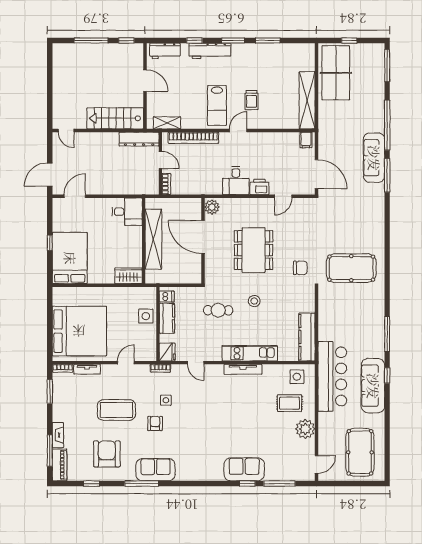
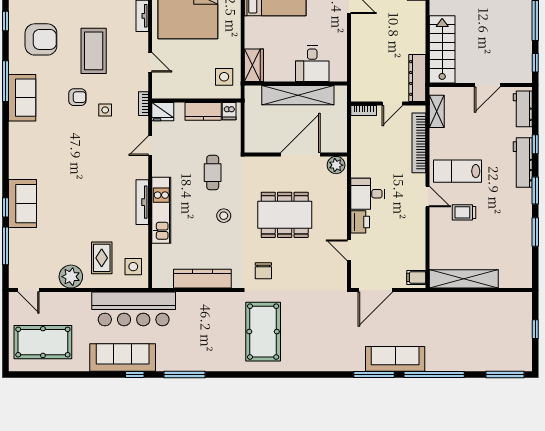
table tennis table: (336, 73) -> (497, 313), removed
desk: (127, 212) -> (312, 64), moved
side table: (146, 316) -> (224, 77), moved
kitchen counter: (307, 337) -> (202, 279), moved

